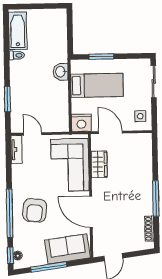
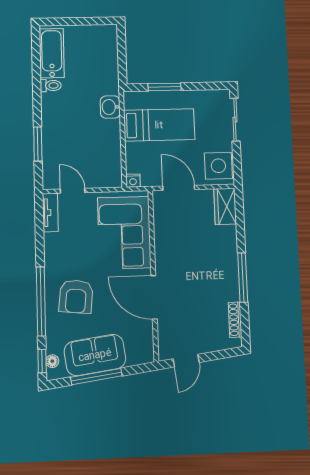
side table: (140, 116) -> (218, 166), width x1.87, depth x1.87
nightstand: (81, 123) -> (133, 181), width x0.53, depth x0.56
wardrobe: (99, 164) -> (225, 206), moved, turned 180
sofa: (67, 249) -> (95, 355), moved

